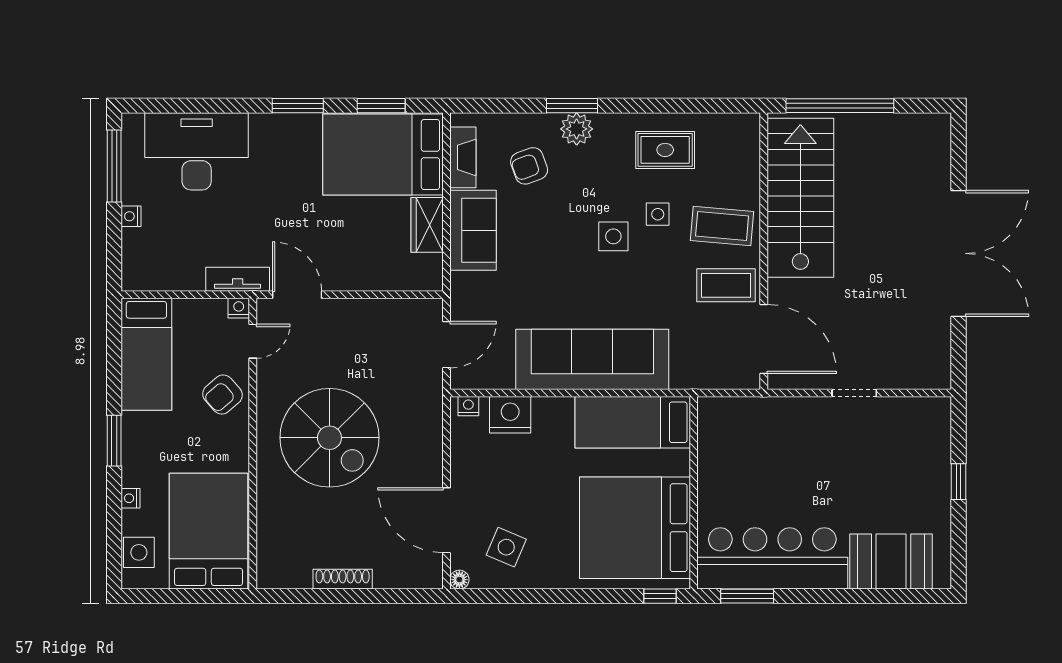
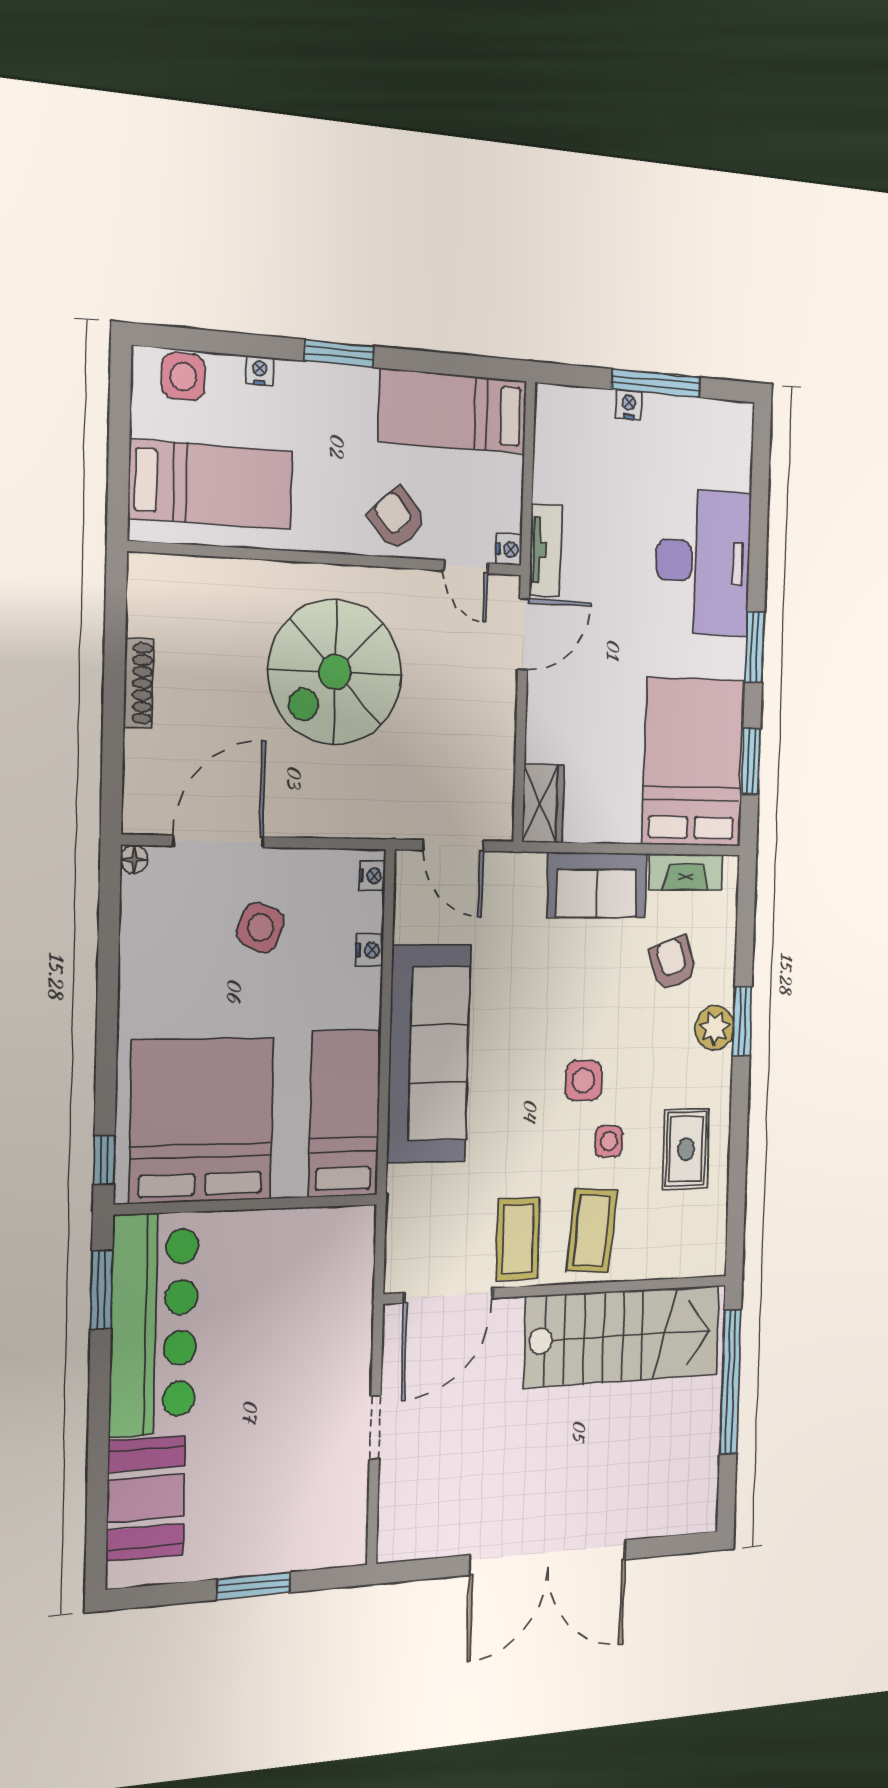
desk: (197, 151) -> (703, 562), moved
window: (114, 166) -> (656, 383), moved
wardrobe: (427, 225) -> (543, 803), moved, turned 90
nightstand: (510, 415) -> (370, 950), width x0.53, depth x0.56
window: (958, 482) -> (254, 1586), width x1.50
bed: (209, 531) -> (211, 485), width x0.67
side table: (506, 547) -> (261, 927), moved

